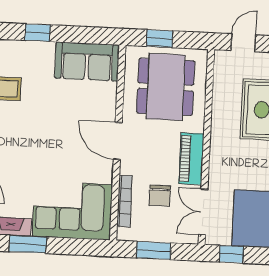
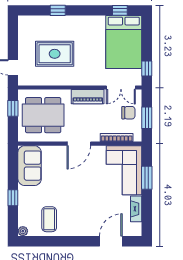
window: (160, 39) -> (13, 108), moved
chair: (160, 196) -> (128, 113), moved
window: (28, 244) -> (147, 178), moved

